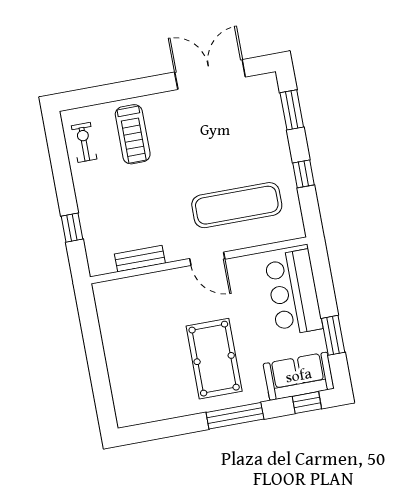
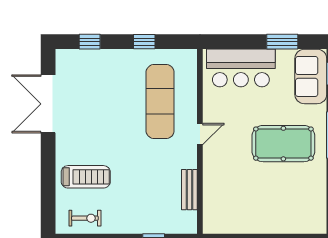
window: (292, 110) -> (90, 42), width x0.67
exercise bike: (84, 142) -> (85, 218), turned 180
door: (207, 259) -> (200, 134), width x0.73

